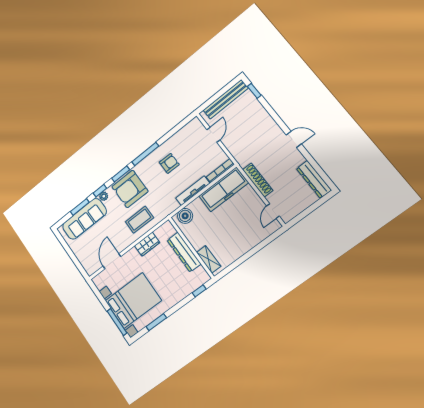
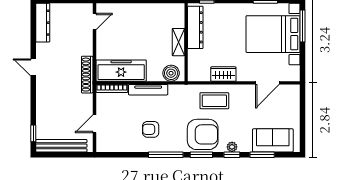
shoe rack: (258, 180) -> (87, 75), moved
sofa: (84, 219) -> (273, 140), width x0.73
dresser: (184, 252) -> (195, 27), moved
shelving: (209, 259) -> (178, 42), moved

